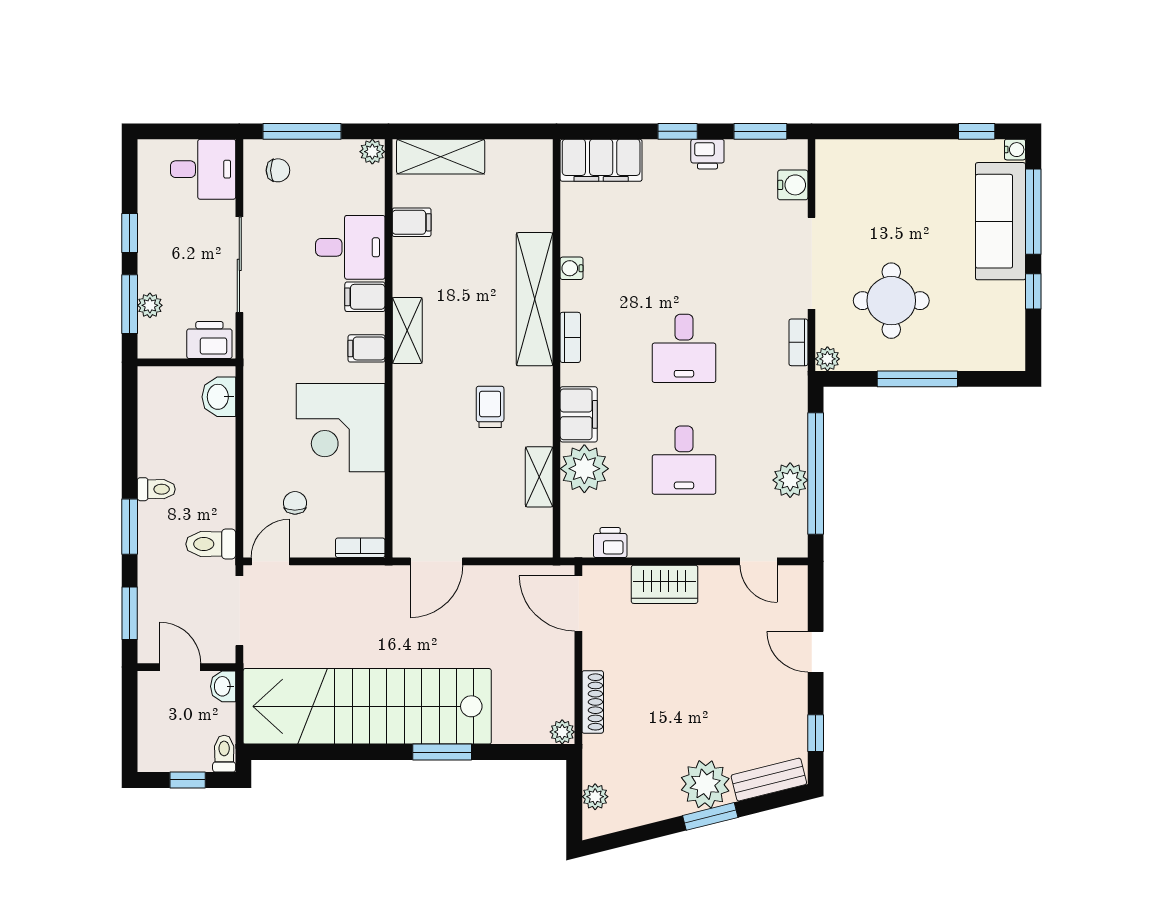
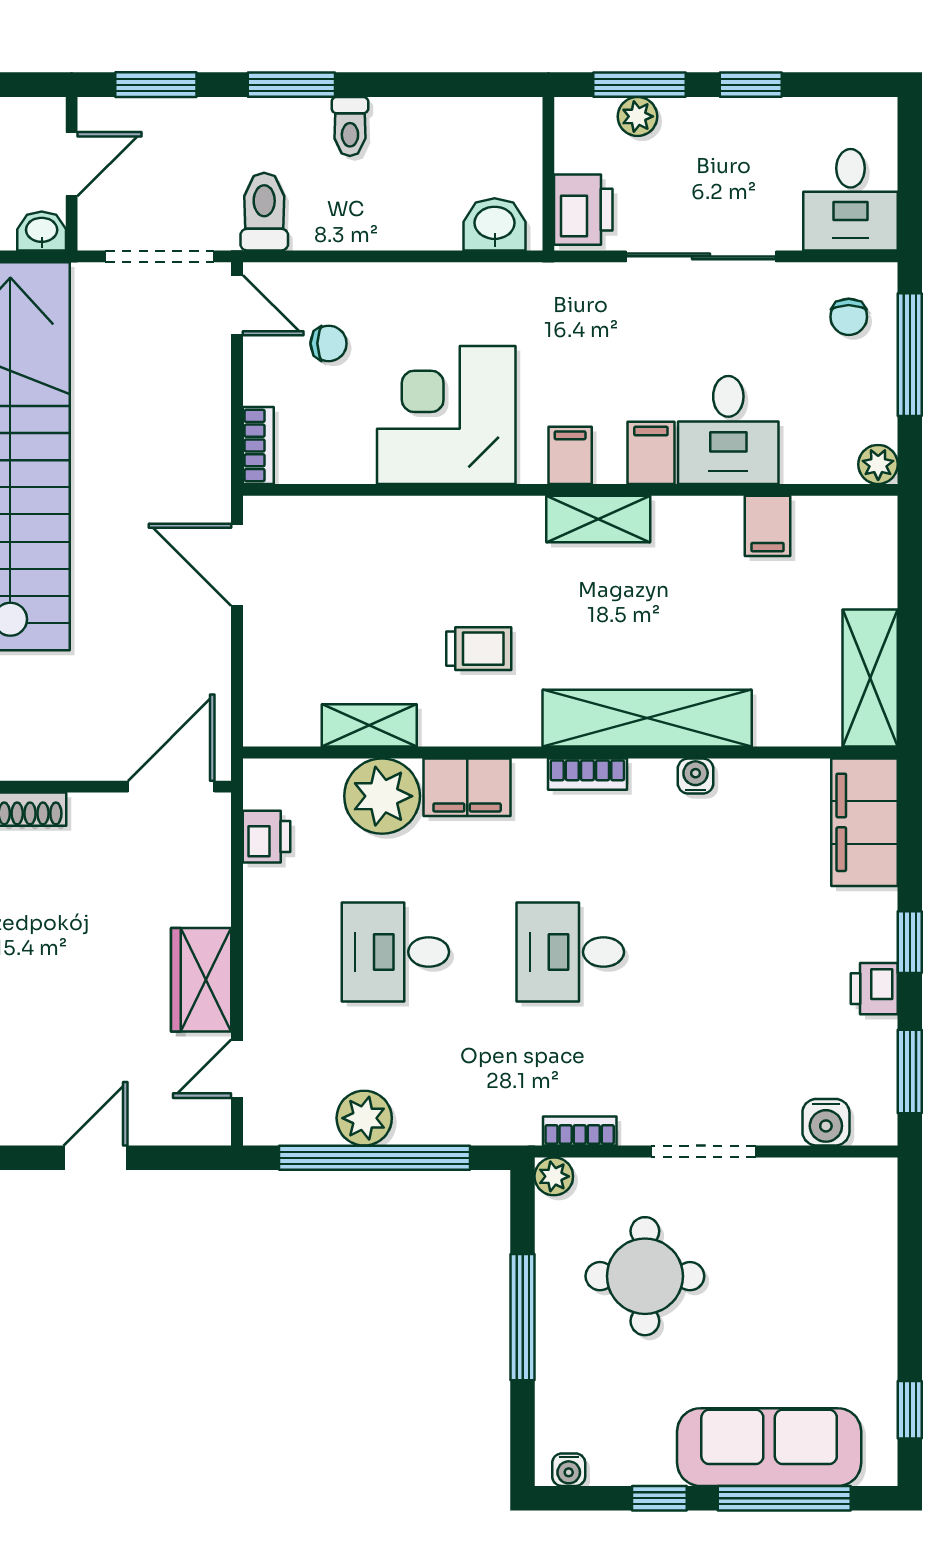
water cooler: (1015, 150) -> (569, 1470), moved
shelving: (441, 157) -> (870, 678), moved
doorway: (812, 263) -> (703, 1151), width x0.73
wardrobe: (665, 584) -> (201, 980), moved

